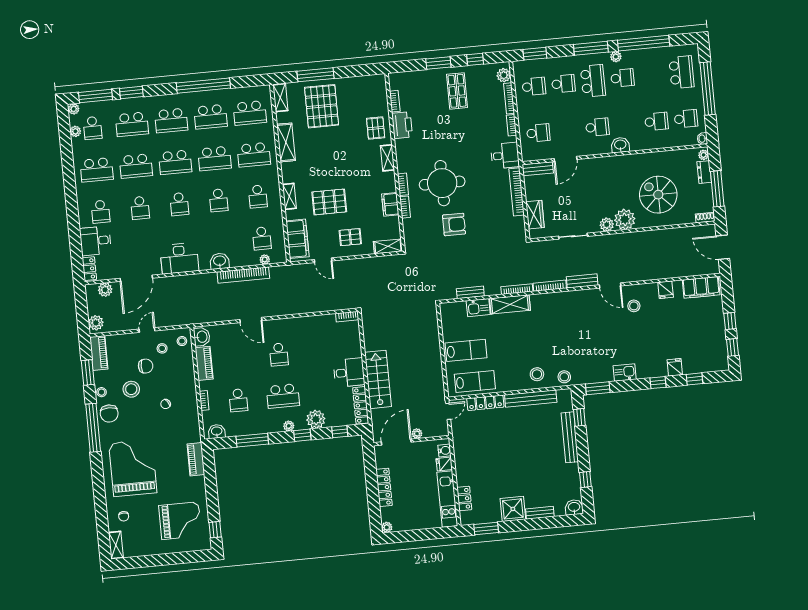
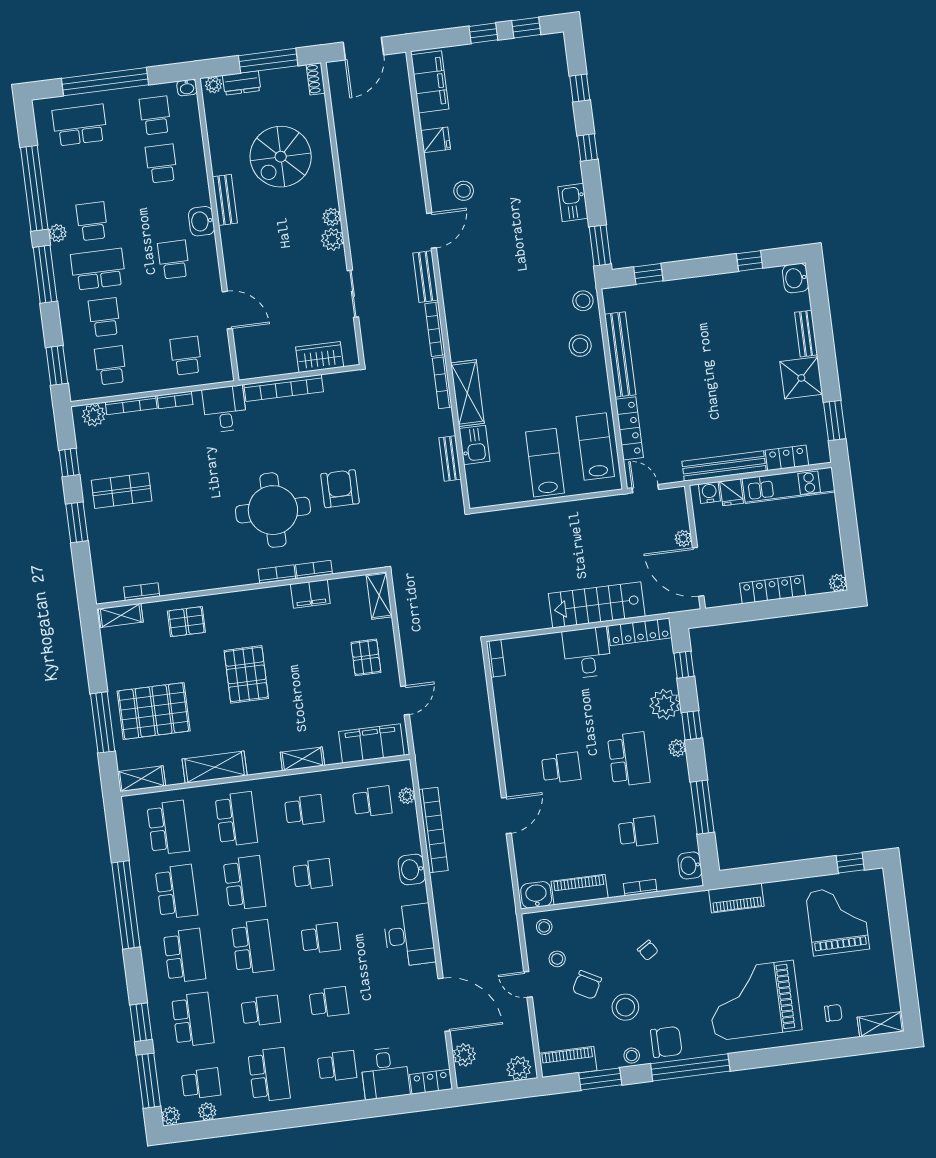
printer: (402, 125) -> (180, 578), removed
shelving: (387, 158) -> (121, 615), moved
school desk: (136, 166) -> (261, 1011), width x0.54
bench: (538, 169) -> (225, 200), moved
pallet: (329, 202) -> (246, 674), moved
plant: (625, 219) -> (332, 217), width x0.53, depth x0.53
chair: (146, 366) -> (587, 985), turned -152
fridge: (675, 367) -> (562, 121), removed
bench: (570, 437) -> (724, 466), moved

